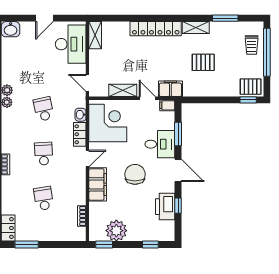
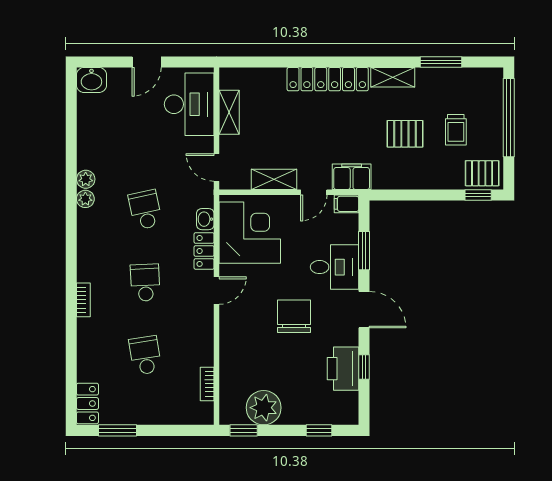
shelving: (95, 35) -> (229, 112), moved
trolley: (252, 45) -> (456, 130), moved
door: (147, 98) -> (314, 192), swing flipped
filing cabinet: (98, 184) -> (233, 333), removed

